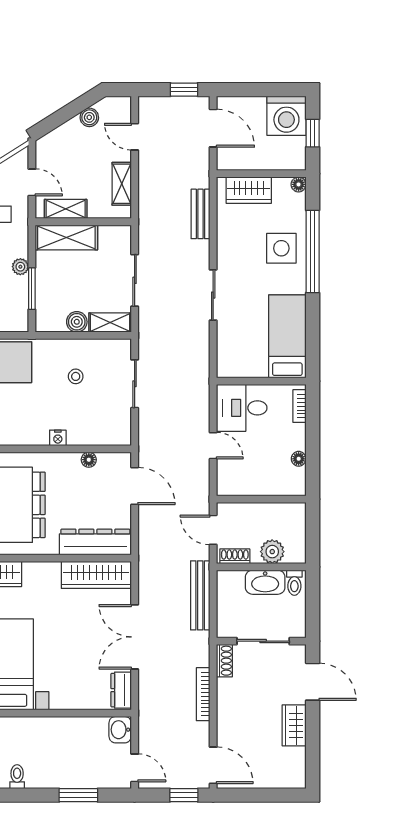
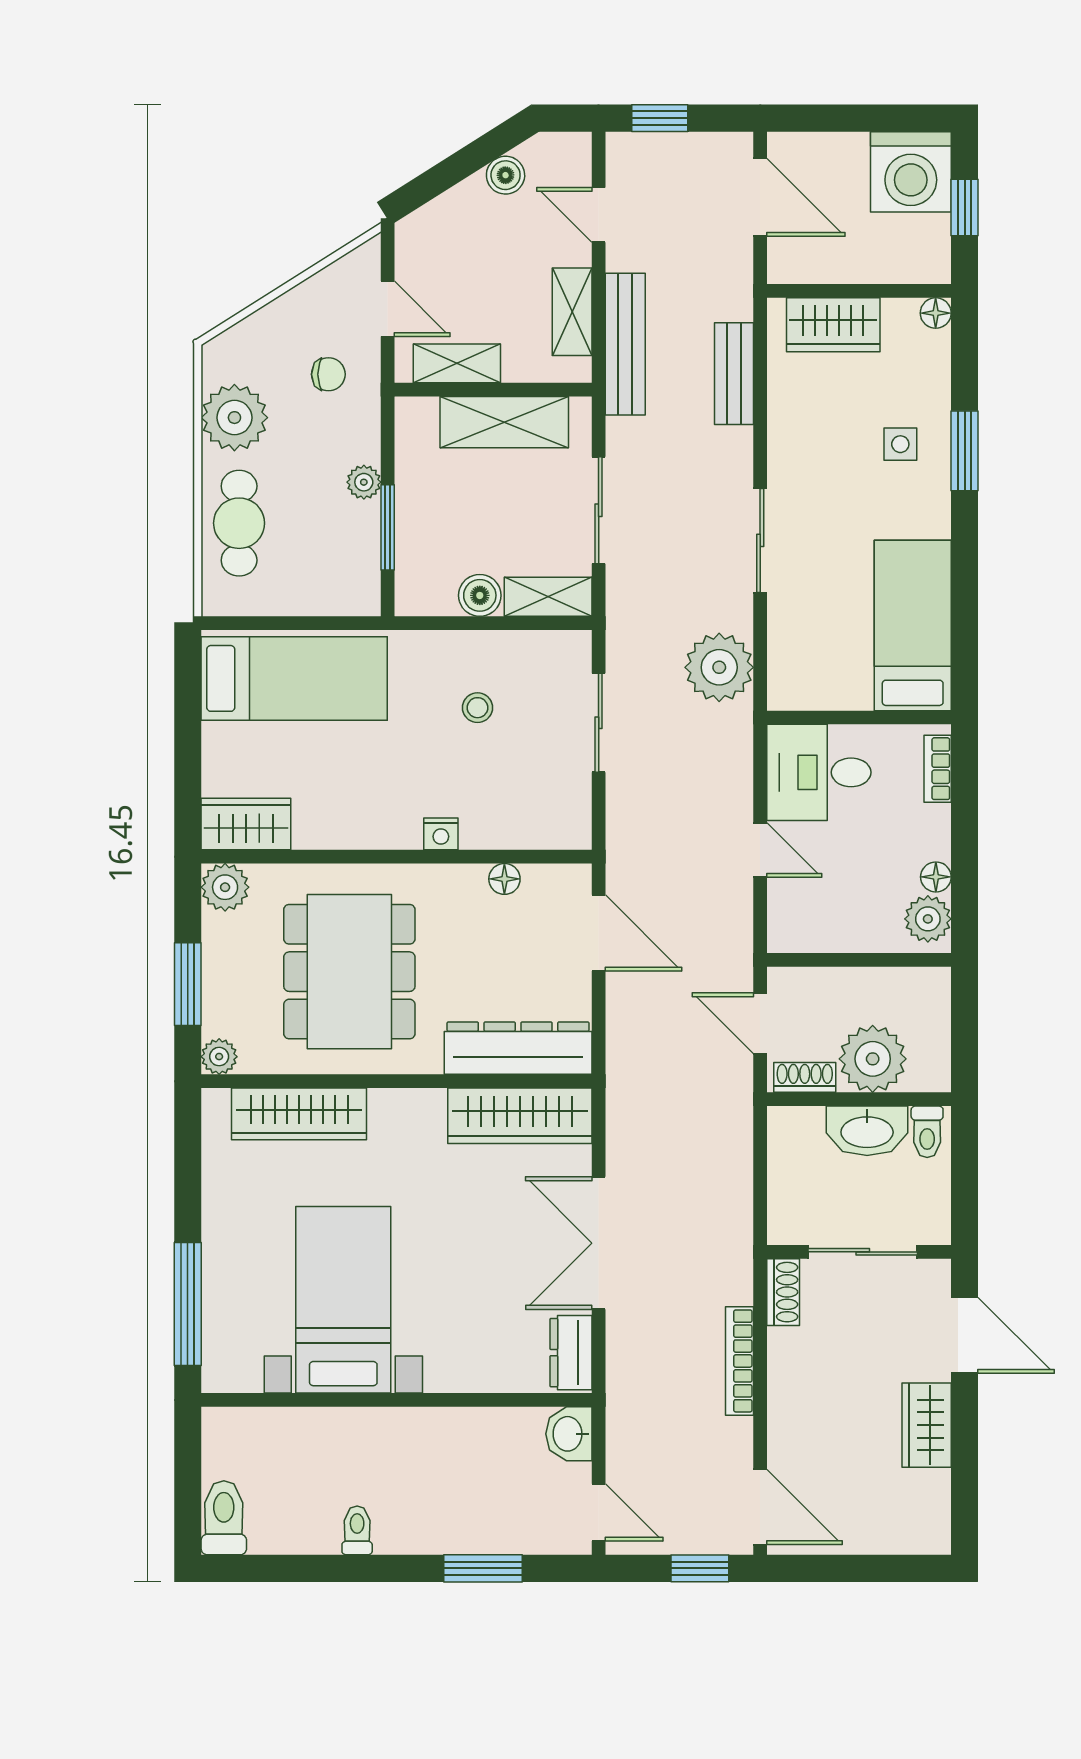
window: (184, 90) -> (660, 118), moved
shelving: (66, 237) -> (504, 422), moved
side table: (281, 248) -> (900, 444), width x0.54, depth x0.54
window: (313, 251) -> (965, 451), width x0.47
plant: (193, 357) -> (719, 667), added
plant: (295, 479) -> (928, 919), added
plant: (272, 552) -> (873, 1059), width x1.36, depth x1.36
bench: (200, 595) -> (625, 344), moved

